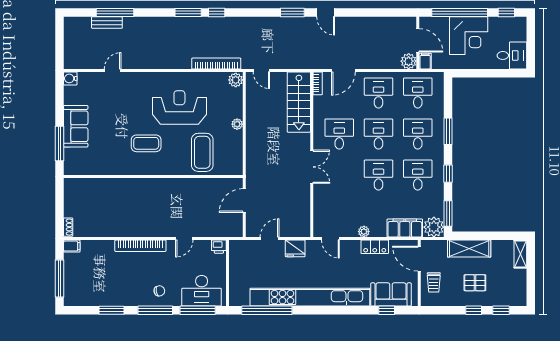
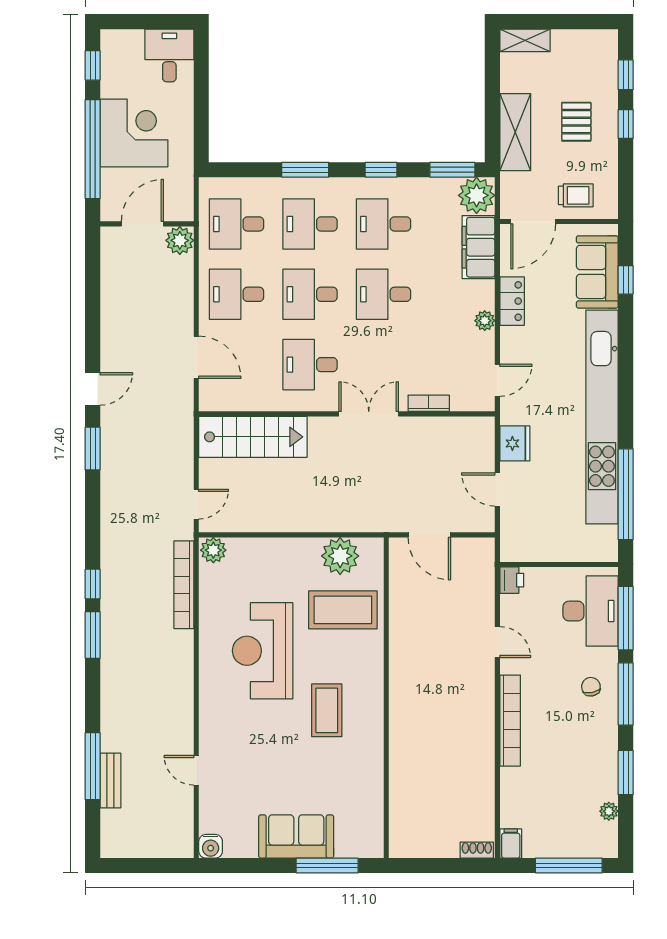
filing cabinet: (425, 61) -> (179, 211), removed
bookcase: (318, 83) -> (429, 403), moved
plant: (237, 124) -> (340, 556), moved, width x1.87, depth x1.87
plant: (90, 301) -> (609, 811), added

